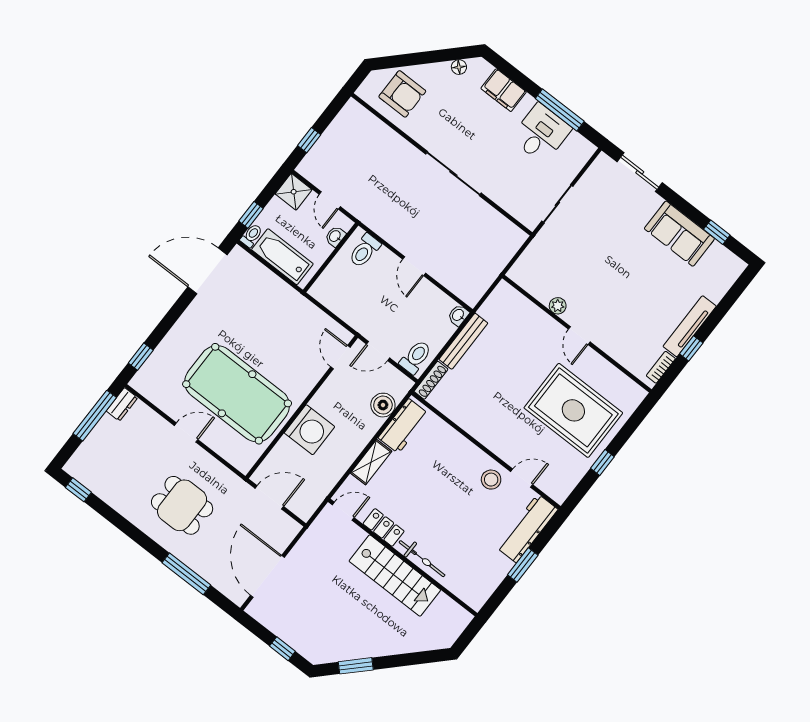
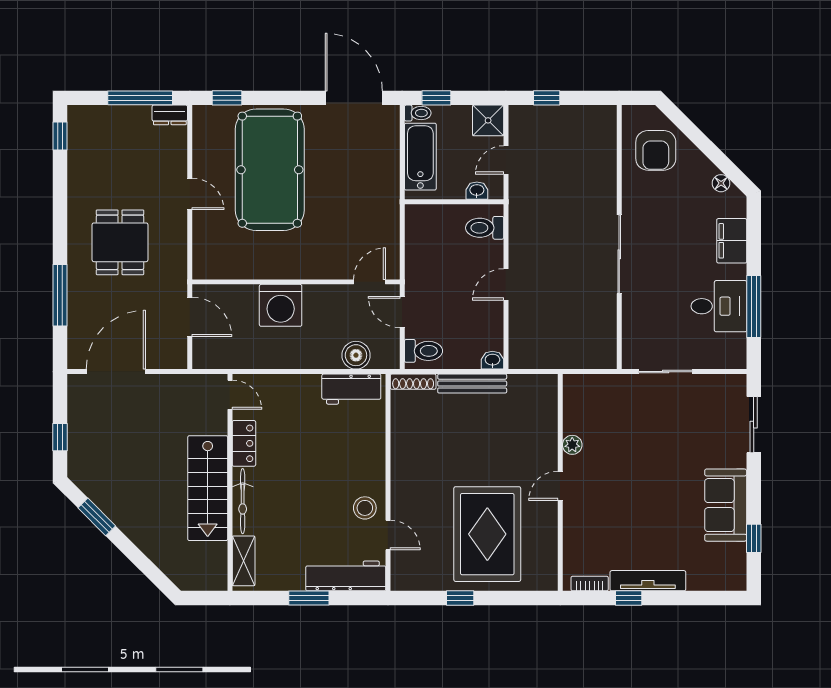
pool table: (237, 394) -> (270, 170), moved
shelving: (371, 462) -> (244, 561), moved, turned 90

